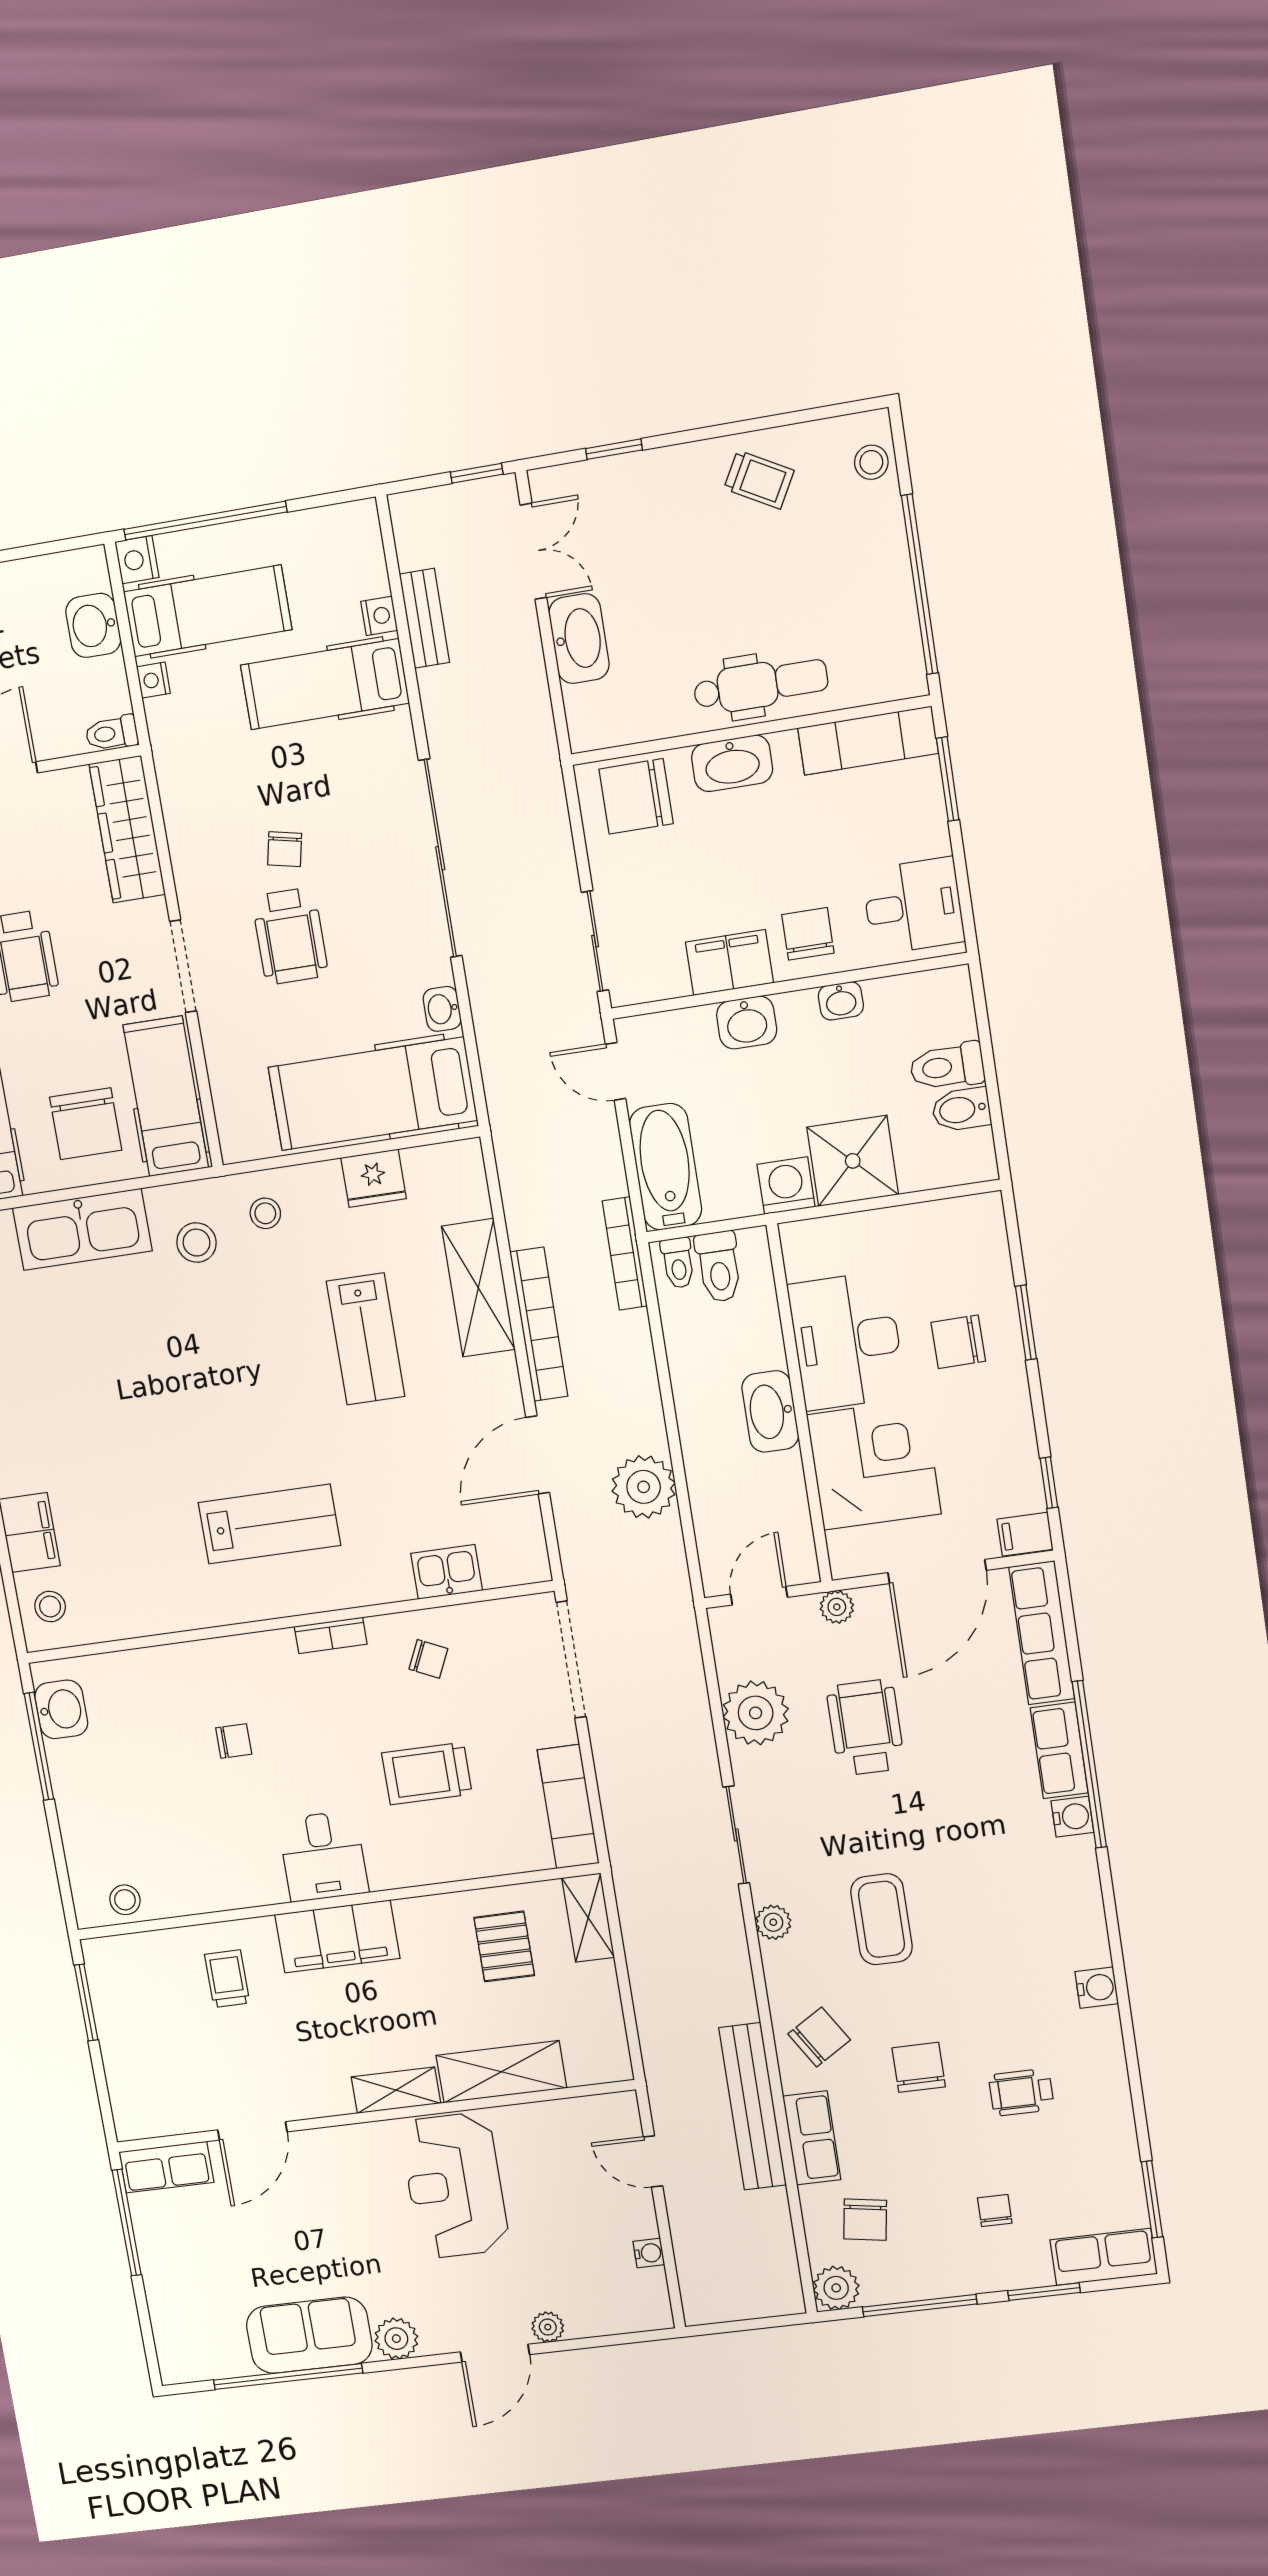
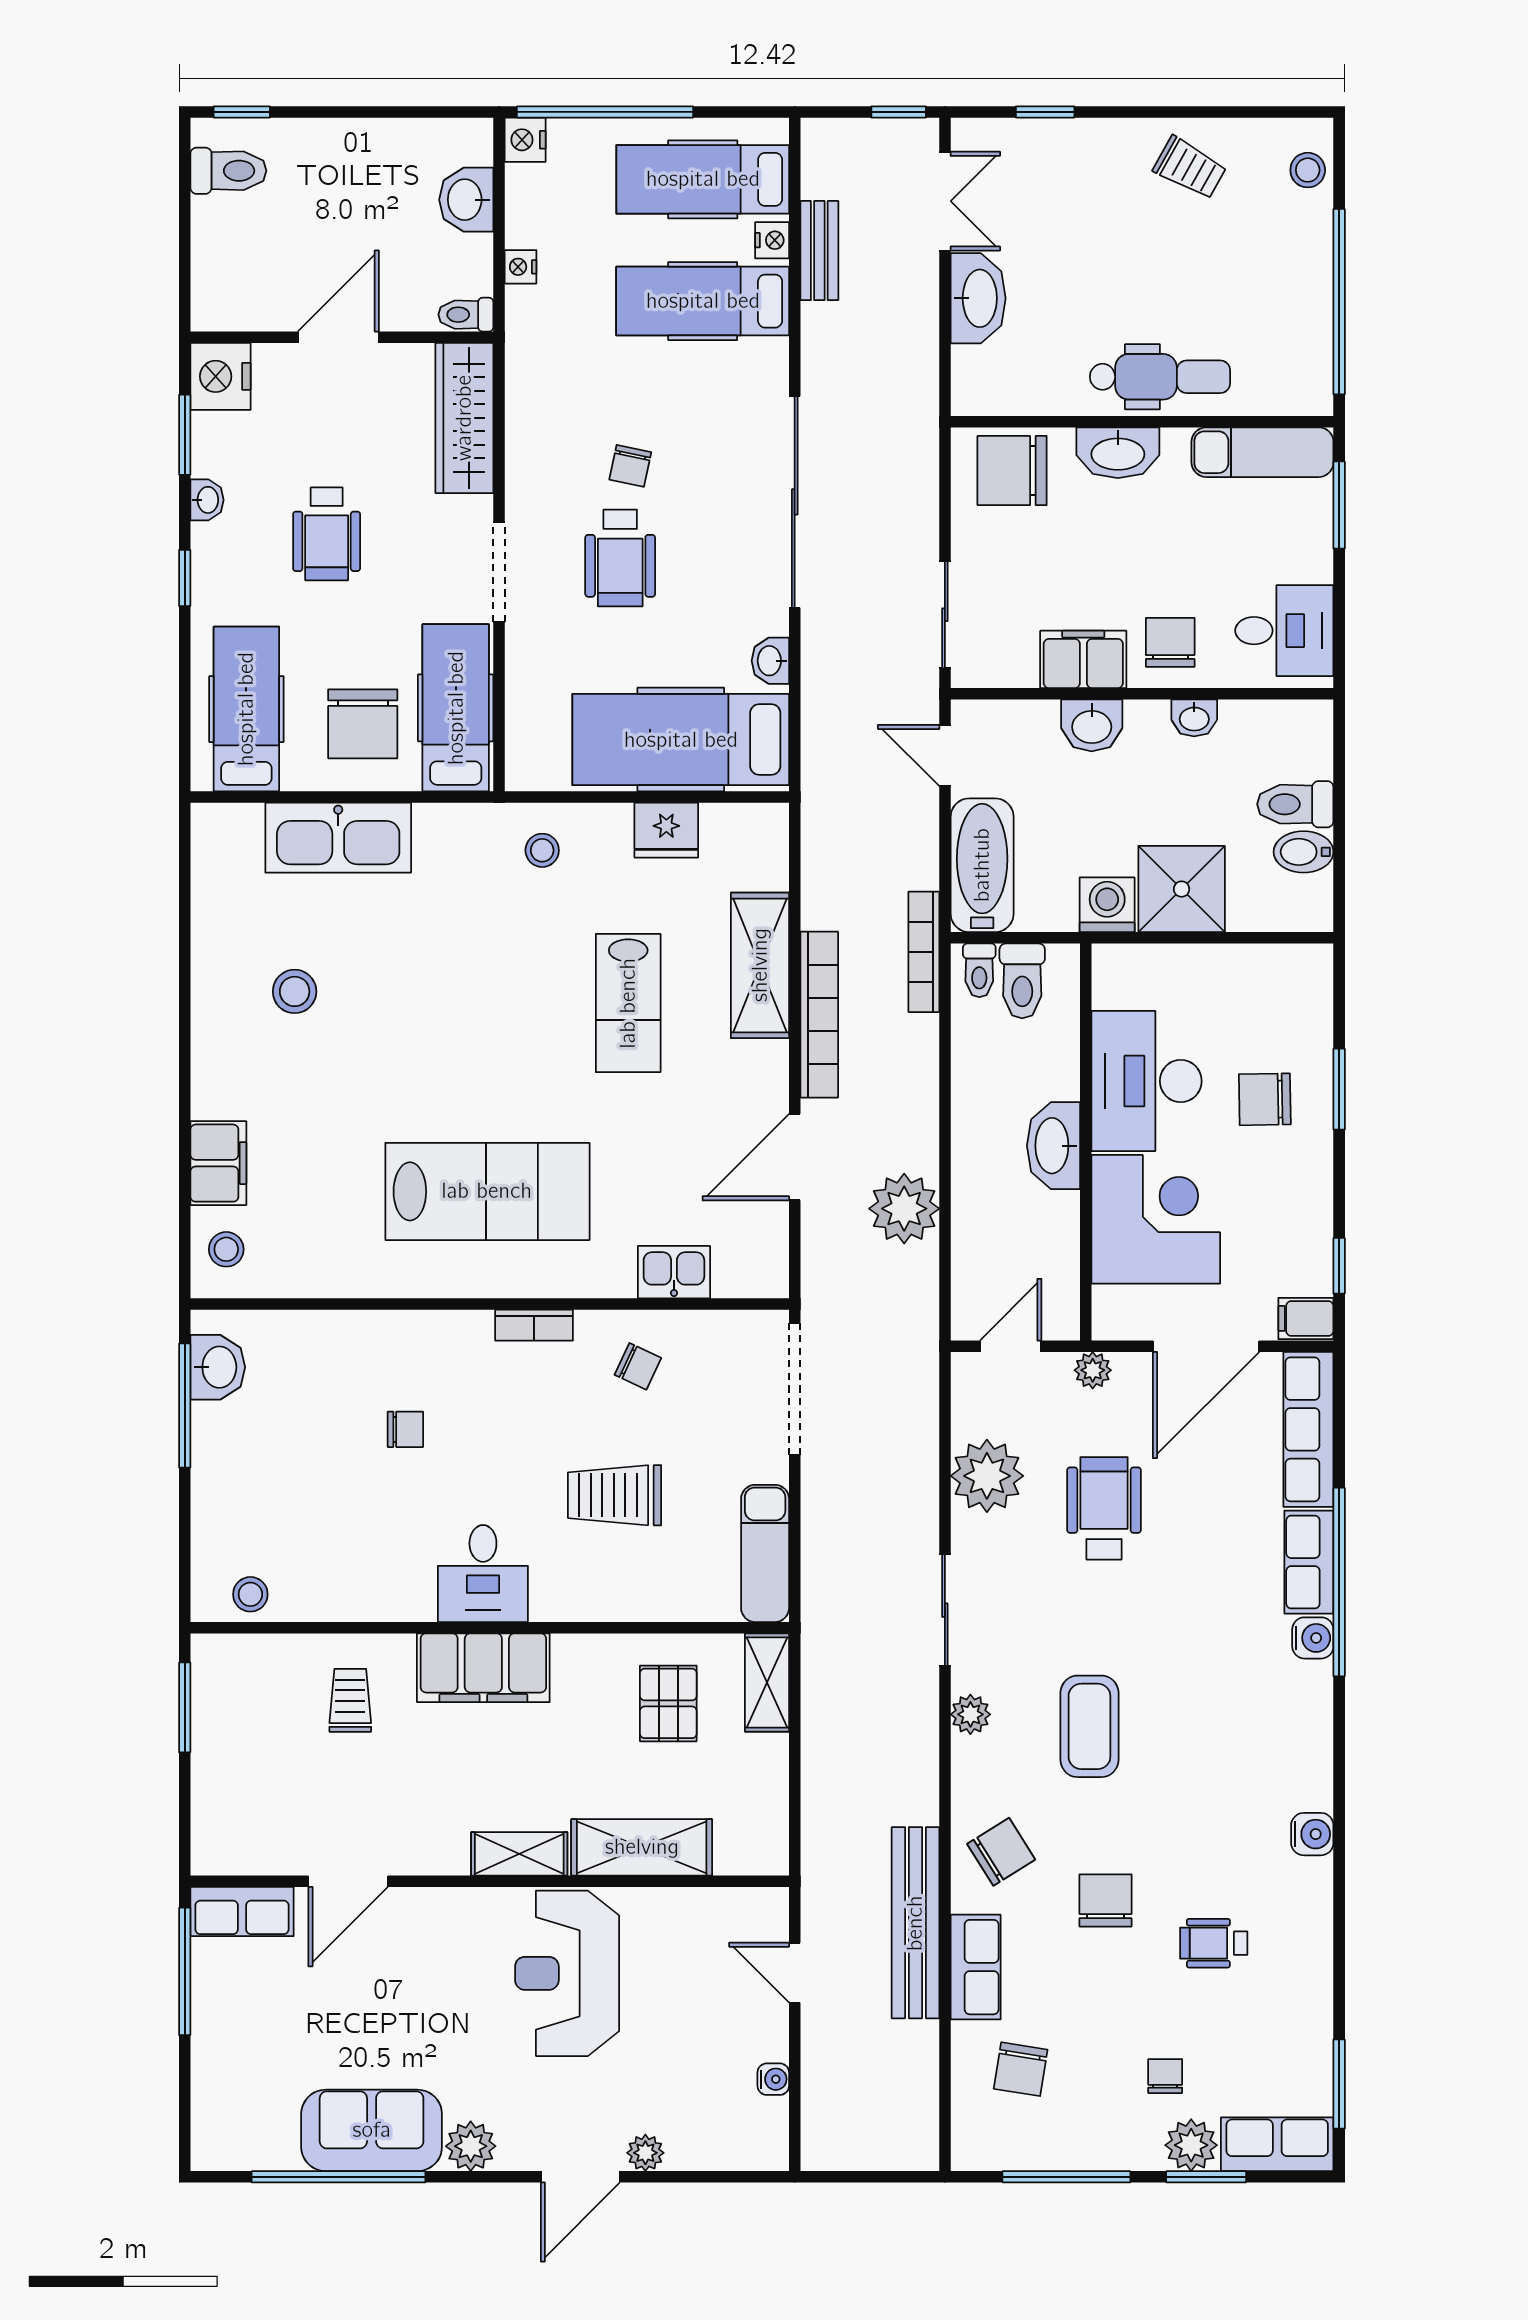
hospital bed: (208, 611) -> (703, 179), moved, turned 180
stool: (196, 1243) -> (295, 991), moved
lab bench: (269, 1524) -> (487, 1191), width x1.36, depth x1.39
plant: (836, 2288) -> (1191, 2145), moved

